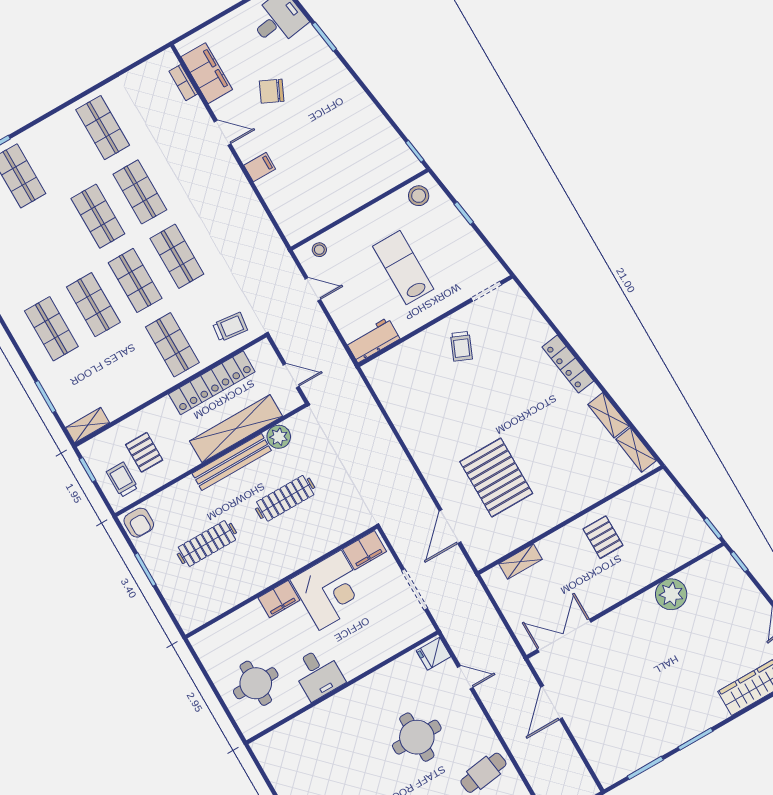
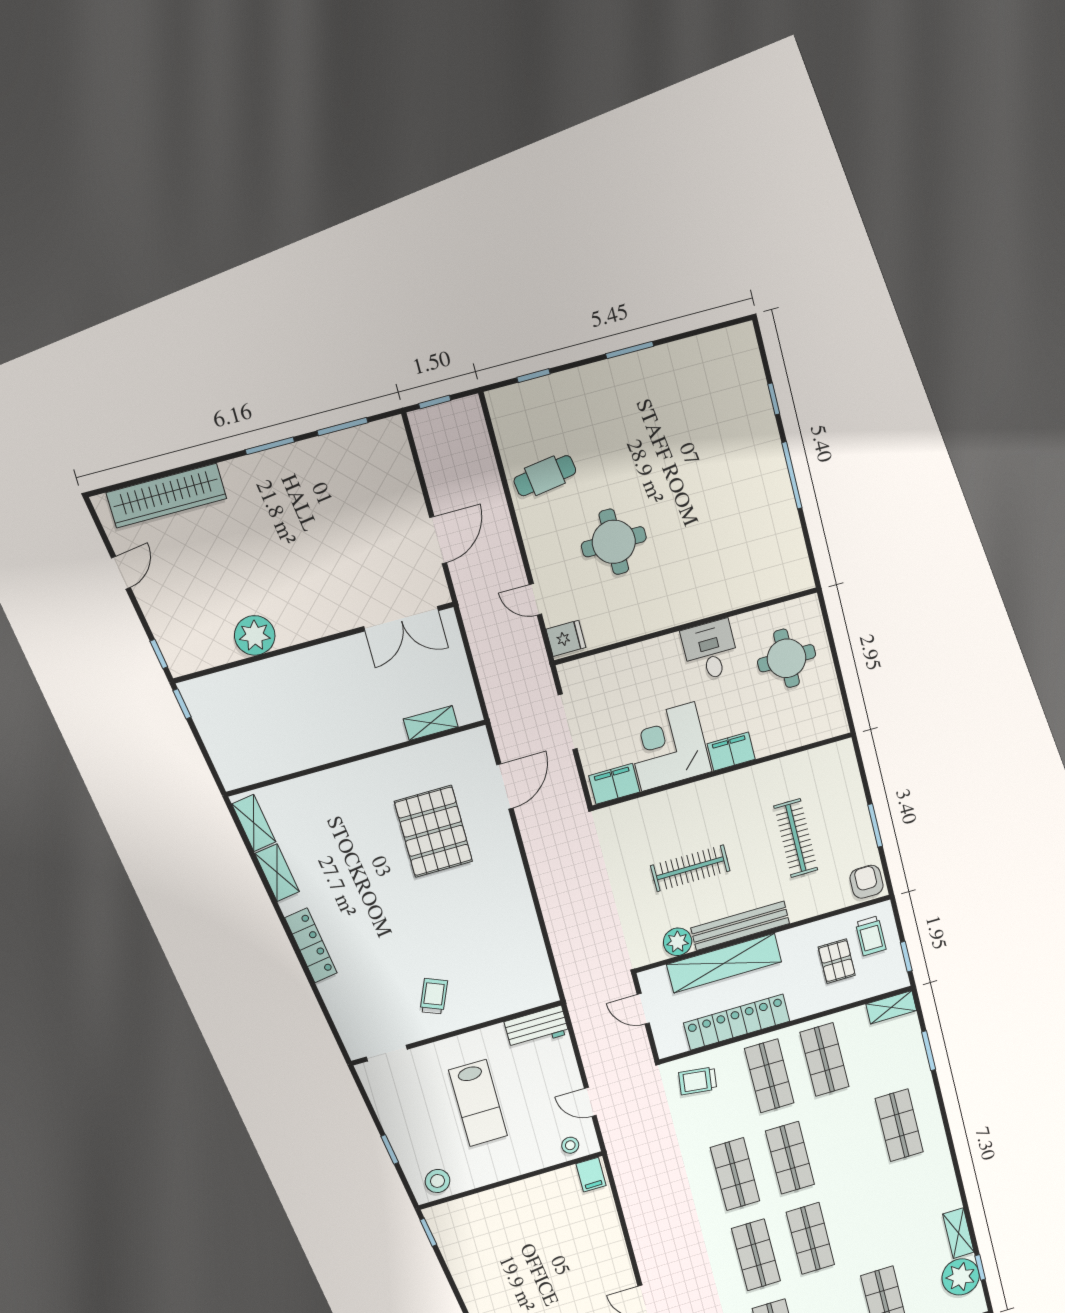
filing cabinet: (260, 167) -> (591, 1175), moved, turned -90
shop shelf: (93, 305) -> (824, 1060), moved
pallet: (603, 537) -> (322, 727), removed
clothes rail: (207, 543) -> (796, 838), turned 90

